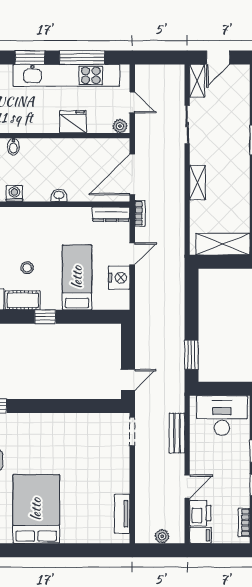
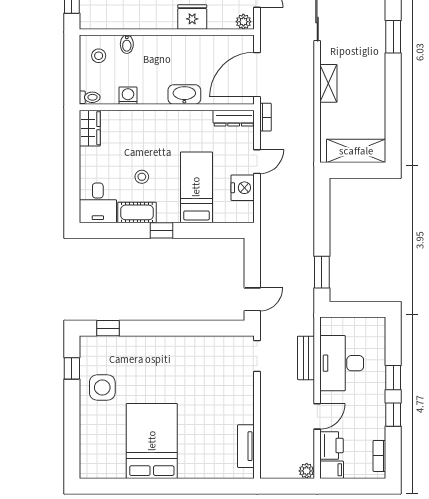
washbasin: (59, 195) -> (184, 94), width x1.91, depth x1.45
desk: (222, 416) -> (342, 363), moved, turned -90
plant: (162, 536) -> (307, 471), moved

